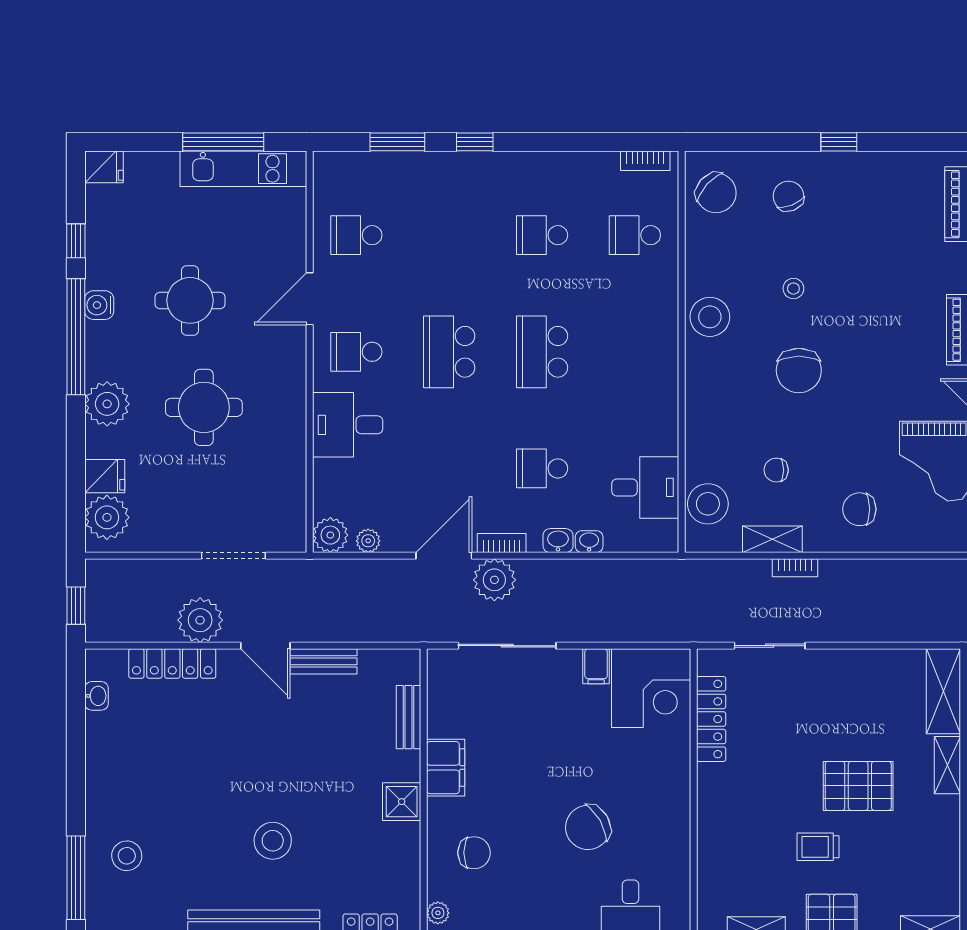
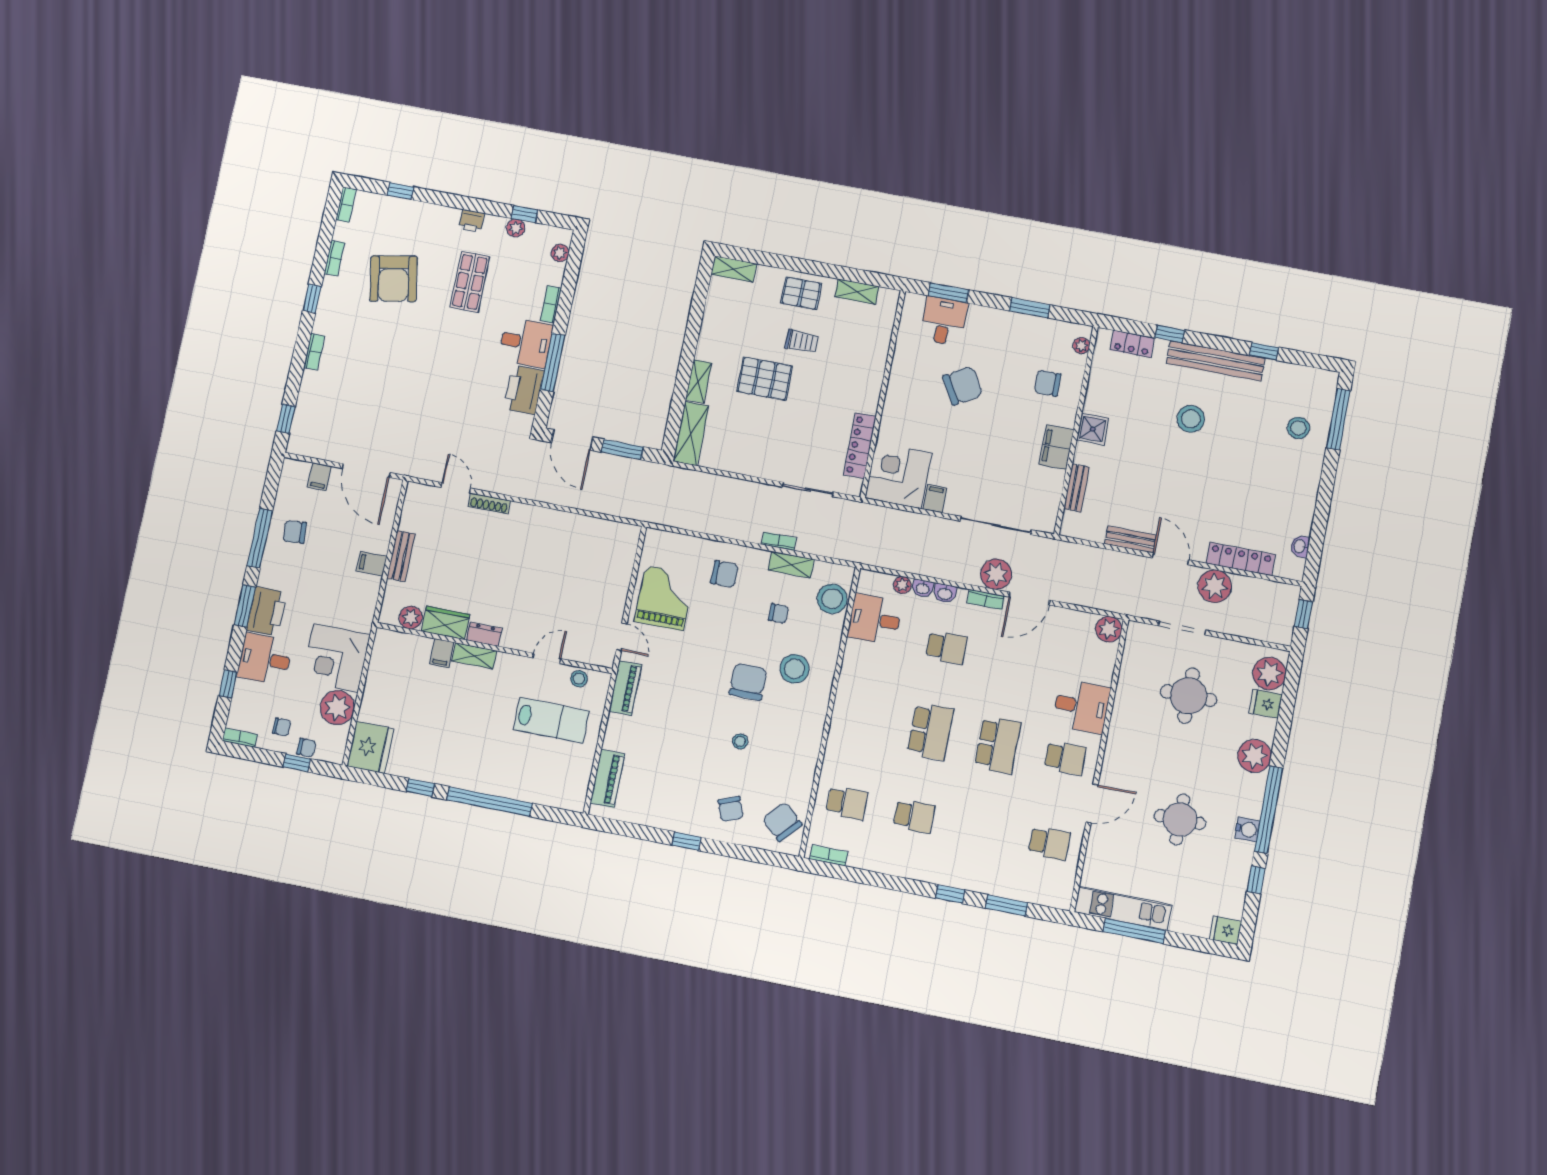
stool: (710, 317) -> (794, 669), moved
round table: (204, 407) -> (1188, 696), moved
plant: (368, 541) -> (902, 585), moved

